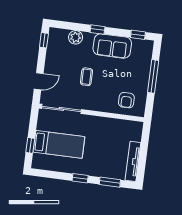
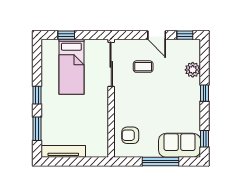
sofa: (112, 46) -> (180, 145), moved, turned 90
coffee table: (86, 77) -> (143, 67), moved
door: (39, 81) -> (157, 35), moved

